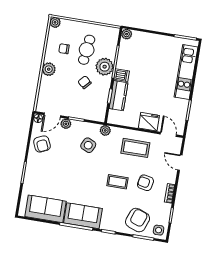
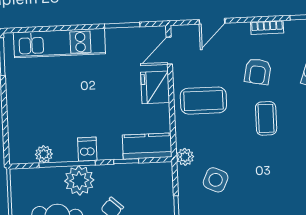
plant: (127, 34) -> (44, 154), moved
kitchen counter: (118, 96) -> (147, 146), moved
coffee table: (135, 148) -> (203, 101), turned 90

